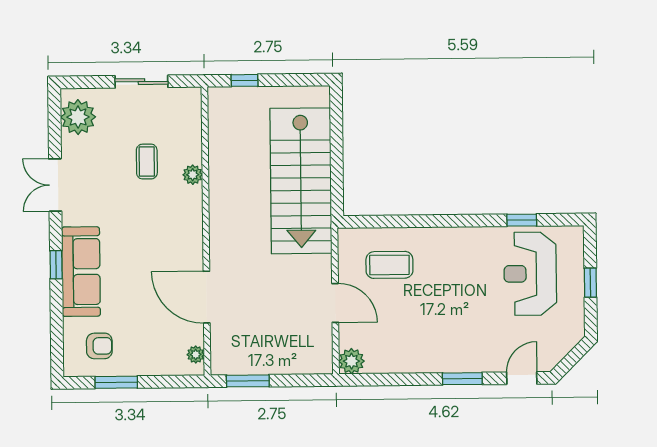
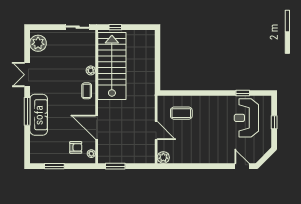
sliding door: (141, 82) -> (78, 27), moved
coffee table: (147, 162) -> (87, 91), moved
stairs: (301, 181) -> (112, 66), moved, turned 180
window: (56, 265) -> (27, 111), width x2.17
armchair: (99, 346) -> (76, 147), moved
door: (522, 378) -> (242, 166), hinge flipped
window: (462, 379) -> (215, 166), removed

